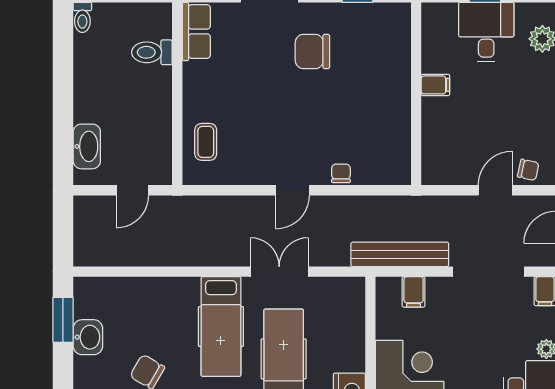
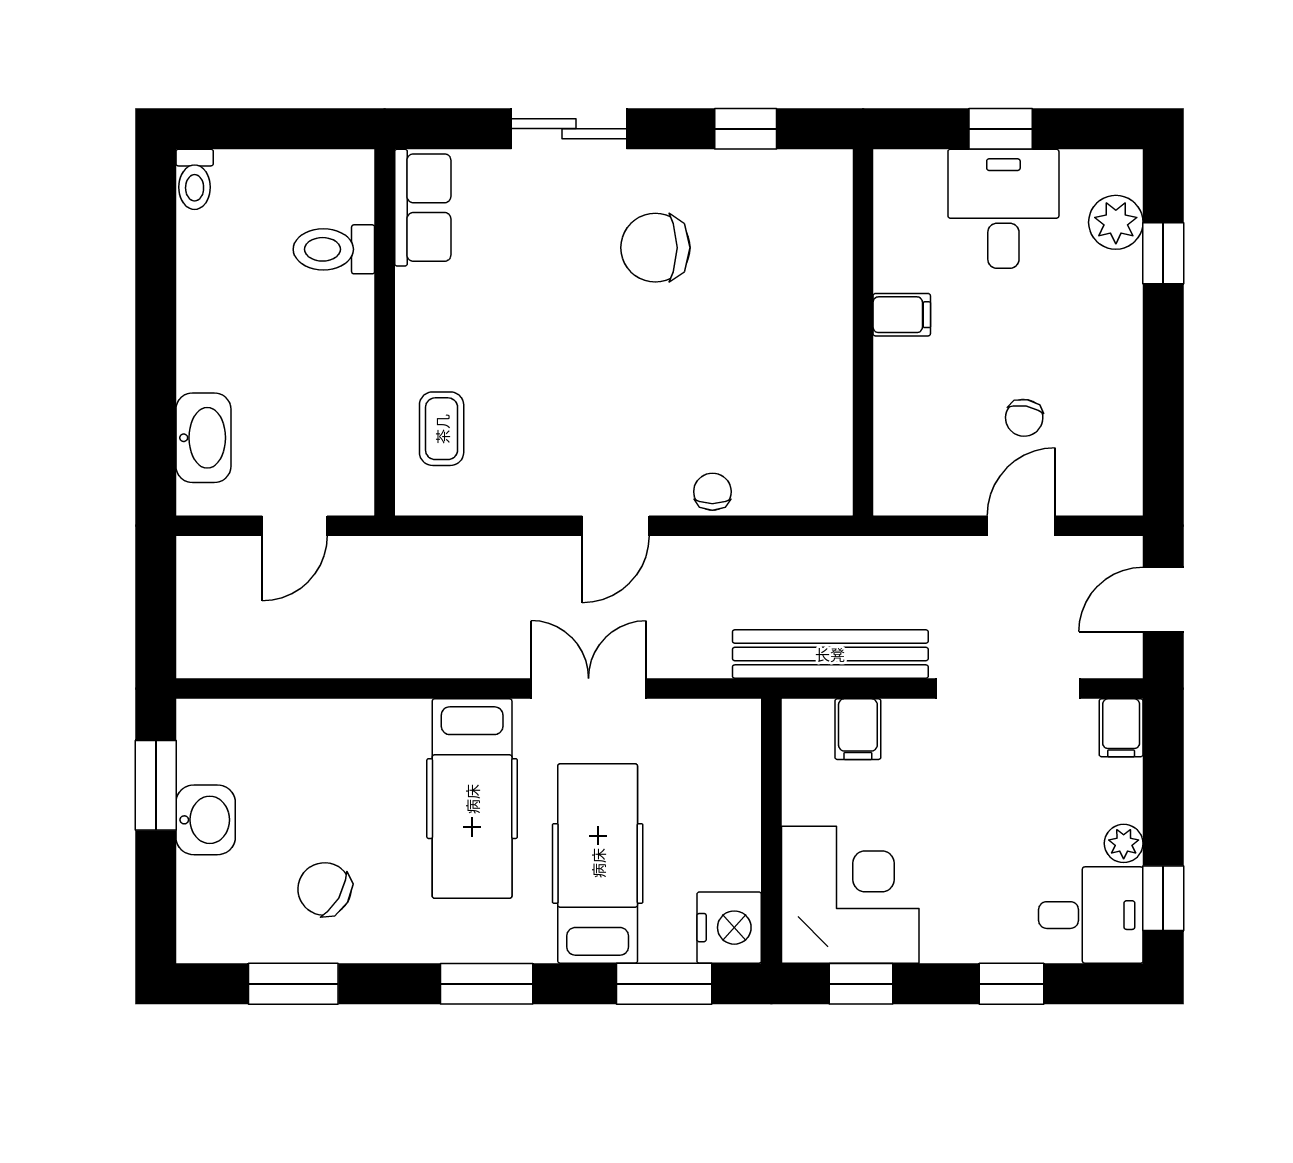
chair: (528, 170) -> (1024, 418), moved, turned 88

